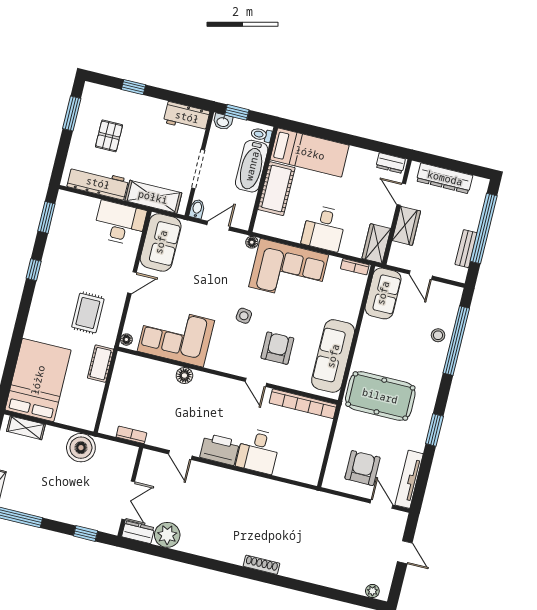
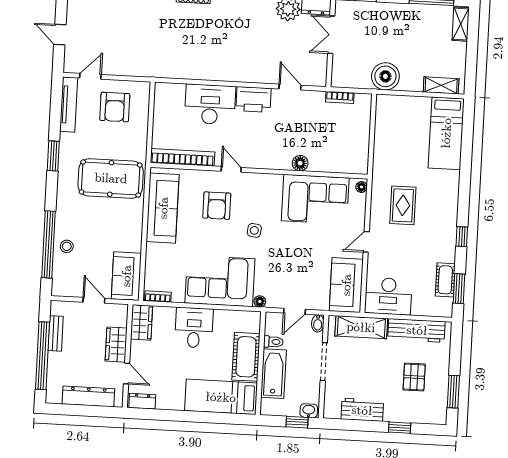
workbench: (187, 117) -> (362, 410), moved
toilet: (261, 135) -> (273, 342), moved
cot: (101, 364) -> (445, 280), moved
bed: (38, 380) -> (446, 133), width x0.67
desk: (258, 451) -> (210, 104), width x1.37
door: (381, 504) -> (90, 76), swing flipped

